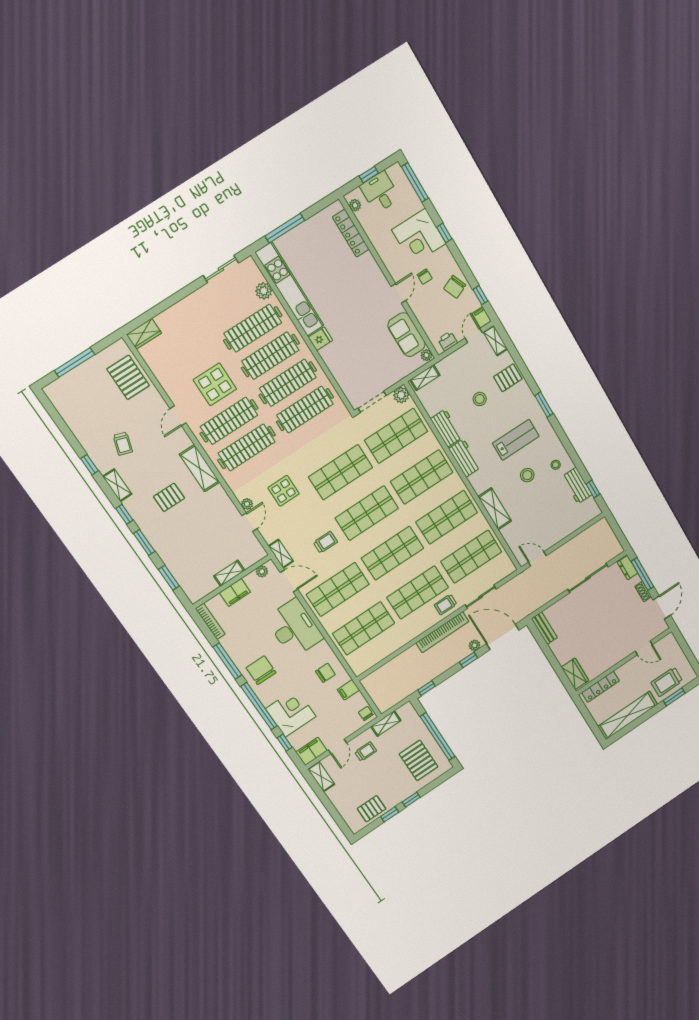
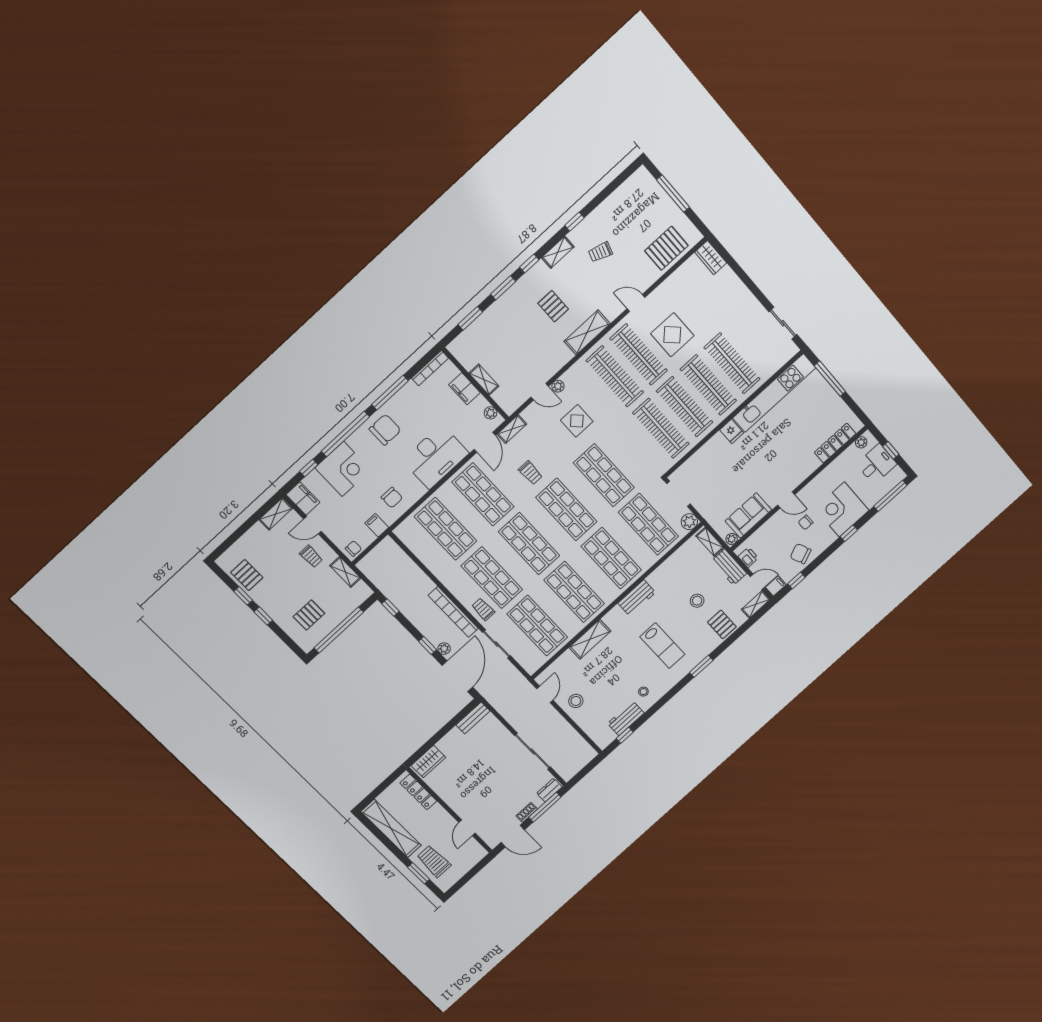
plant: (264, 291) -> (769, 368), removed
workbench: (446, 428) -> (729, 567), moved, turned 90
stool: (527, 475) -> (576, 701), moved
pallet: (419, 760) -> (309, 615), width x0.67, depth x0.71

